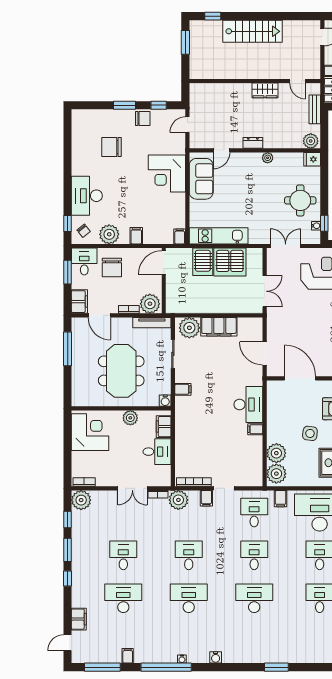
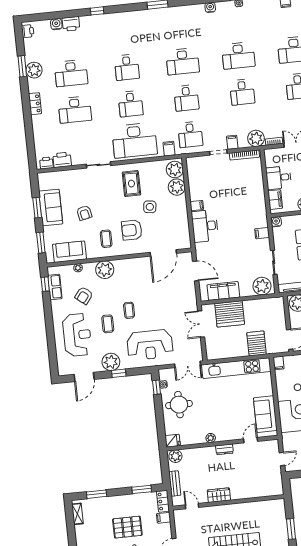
kitchen unit: (219, 236) -> (236, 368), width x1.36
server rack: (230, 262) -> (230, 314), moved, turned 180
filing cabinet: (219, 327) -> (223, 291), moved
door: (300, 378) -> (163, 253), hinge flipped

